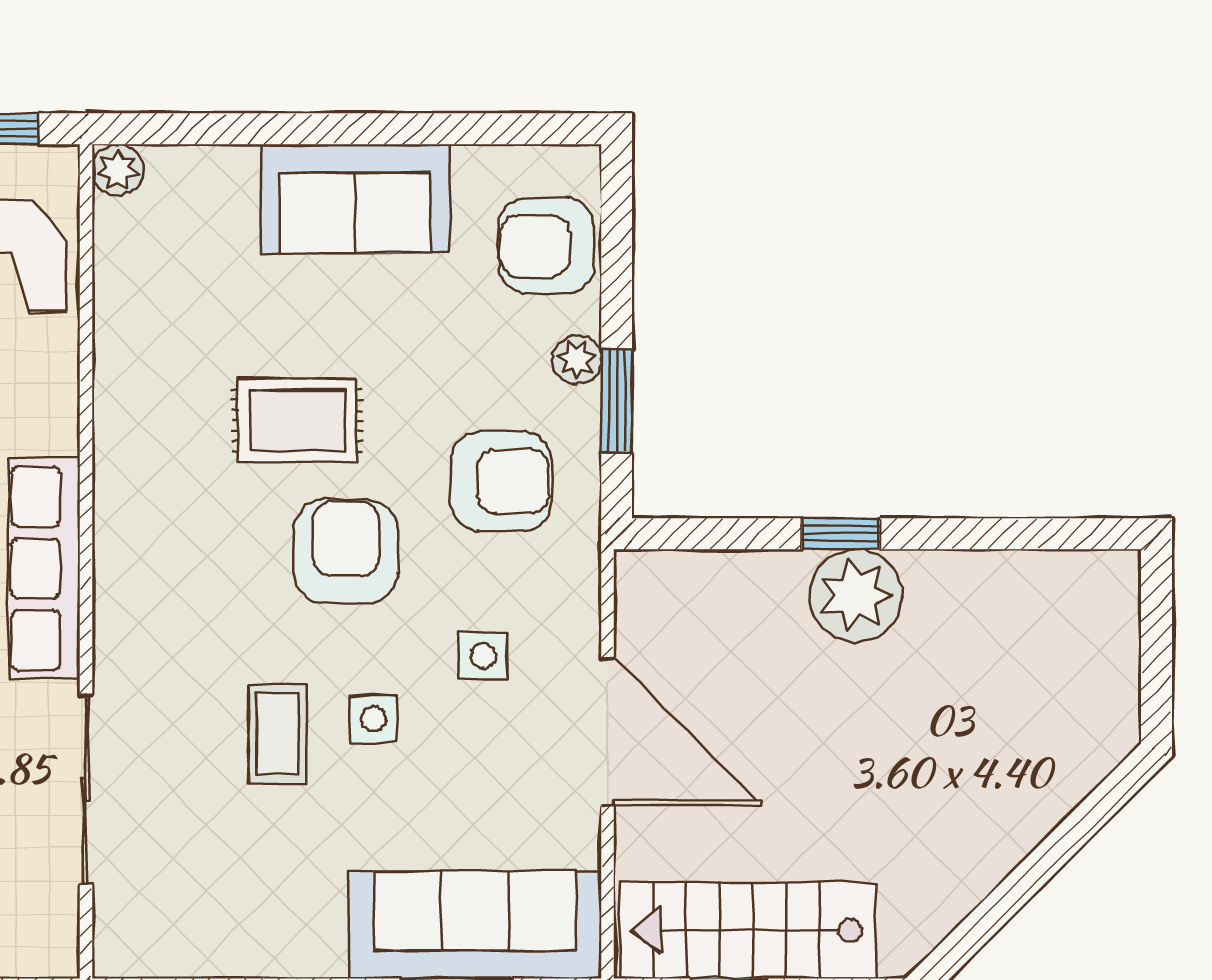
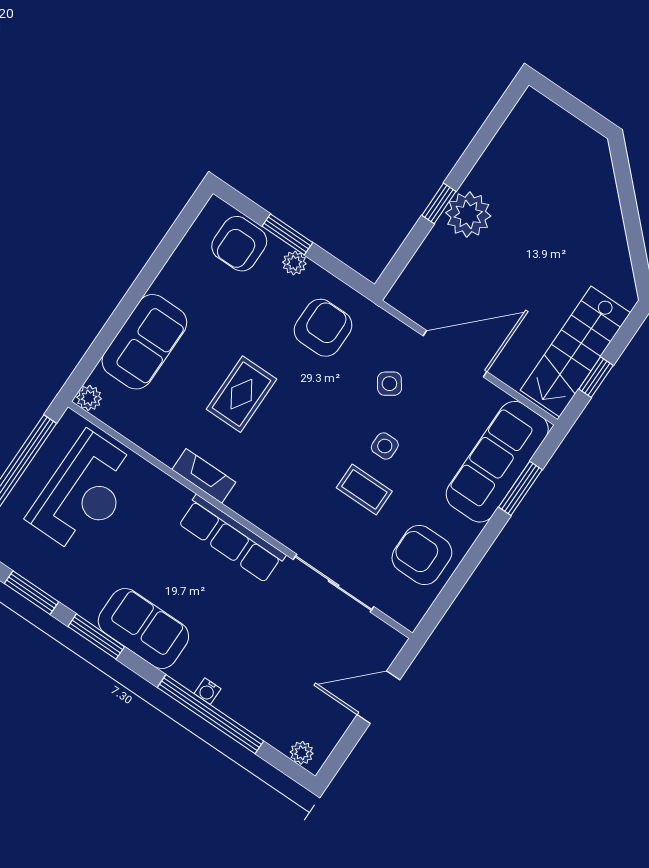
sofa: (355, 199) -> (144, 342), moved
window: (617, 401) -> (287, 234), moved
fireplace: (118, 450) -> (204, 476), added
armchair: (346, 552) -> (422, 555), moved
side table: (483, 656) -> (389, 384), turned -35

